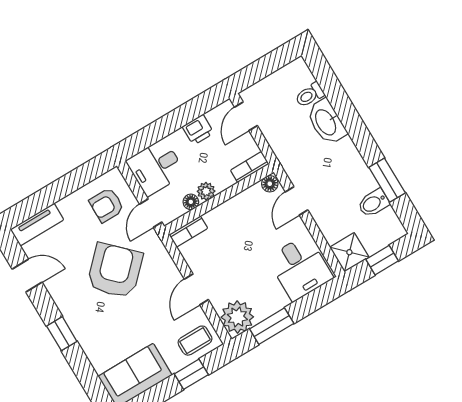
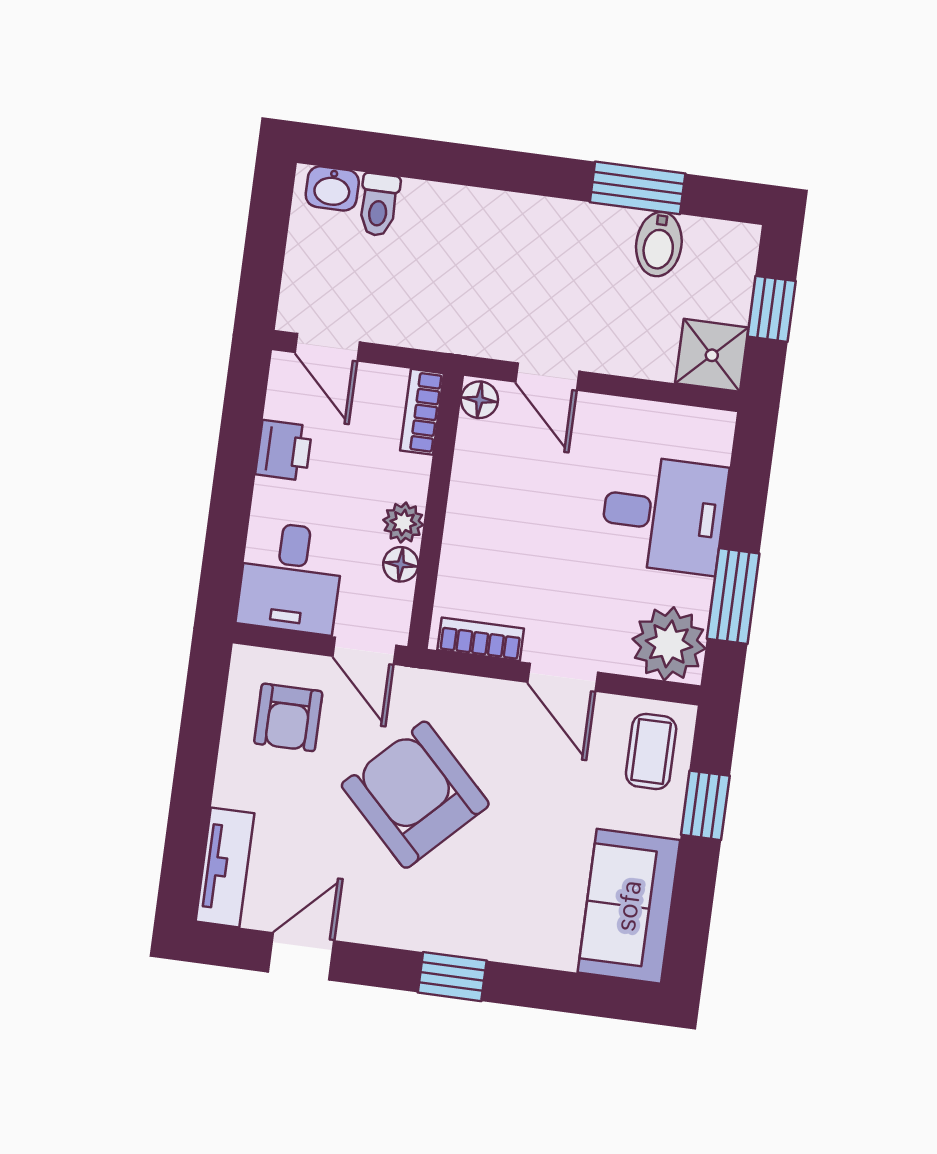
washbasin: (326, 122) -> (332, 188), moved, width x0.52, depth x0.69
bookcase: (188, 231) -> (481, 639), moved, turned -90
desk: (300, 268) -> (664, 514), moved

